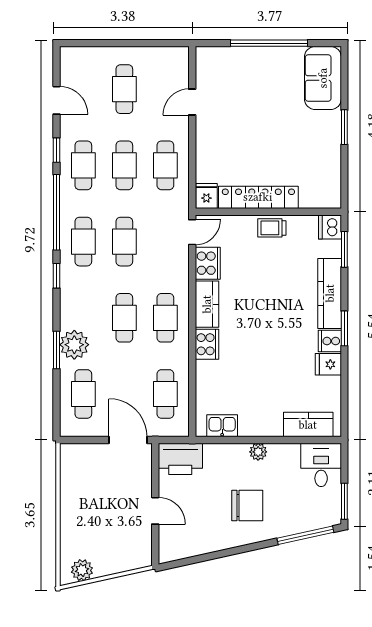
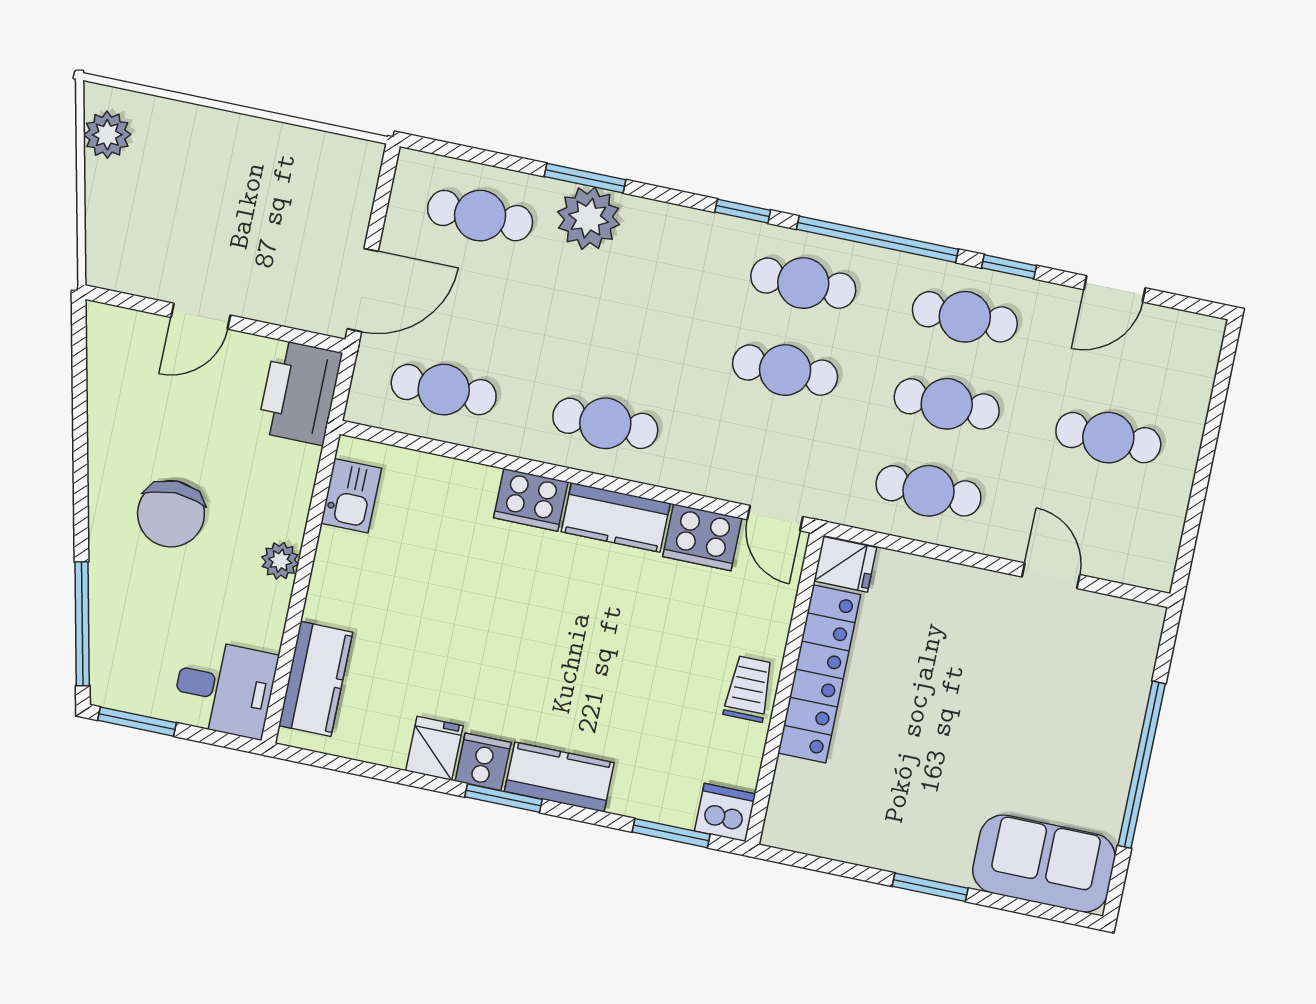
kitchen counter: (330, 293) -> (559, 777), width x0.67
cafe table: (124, 318) -> (623, 336), removed

